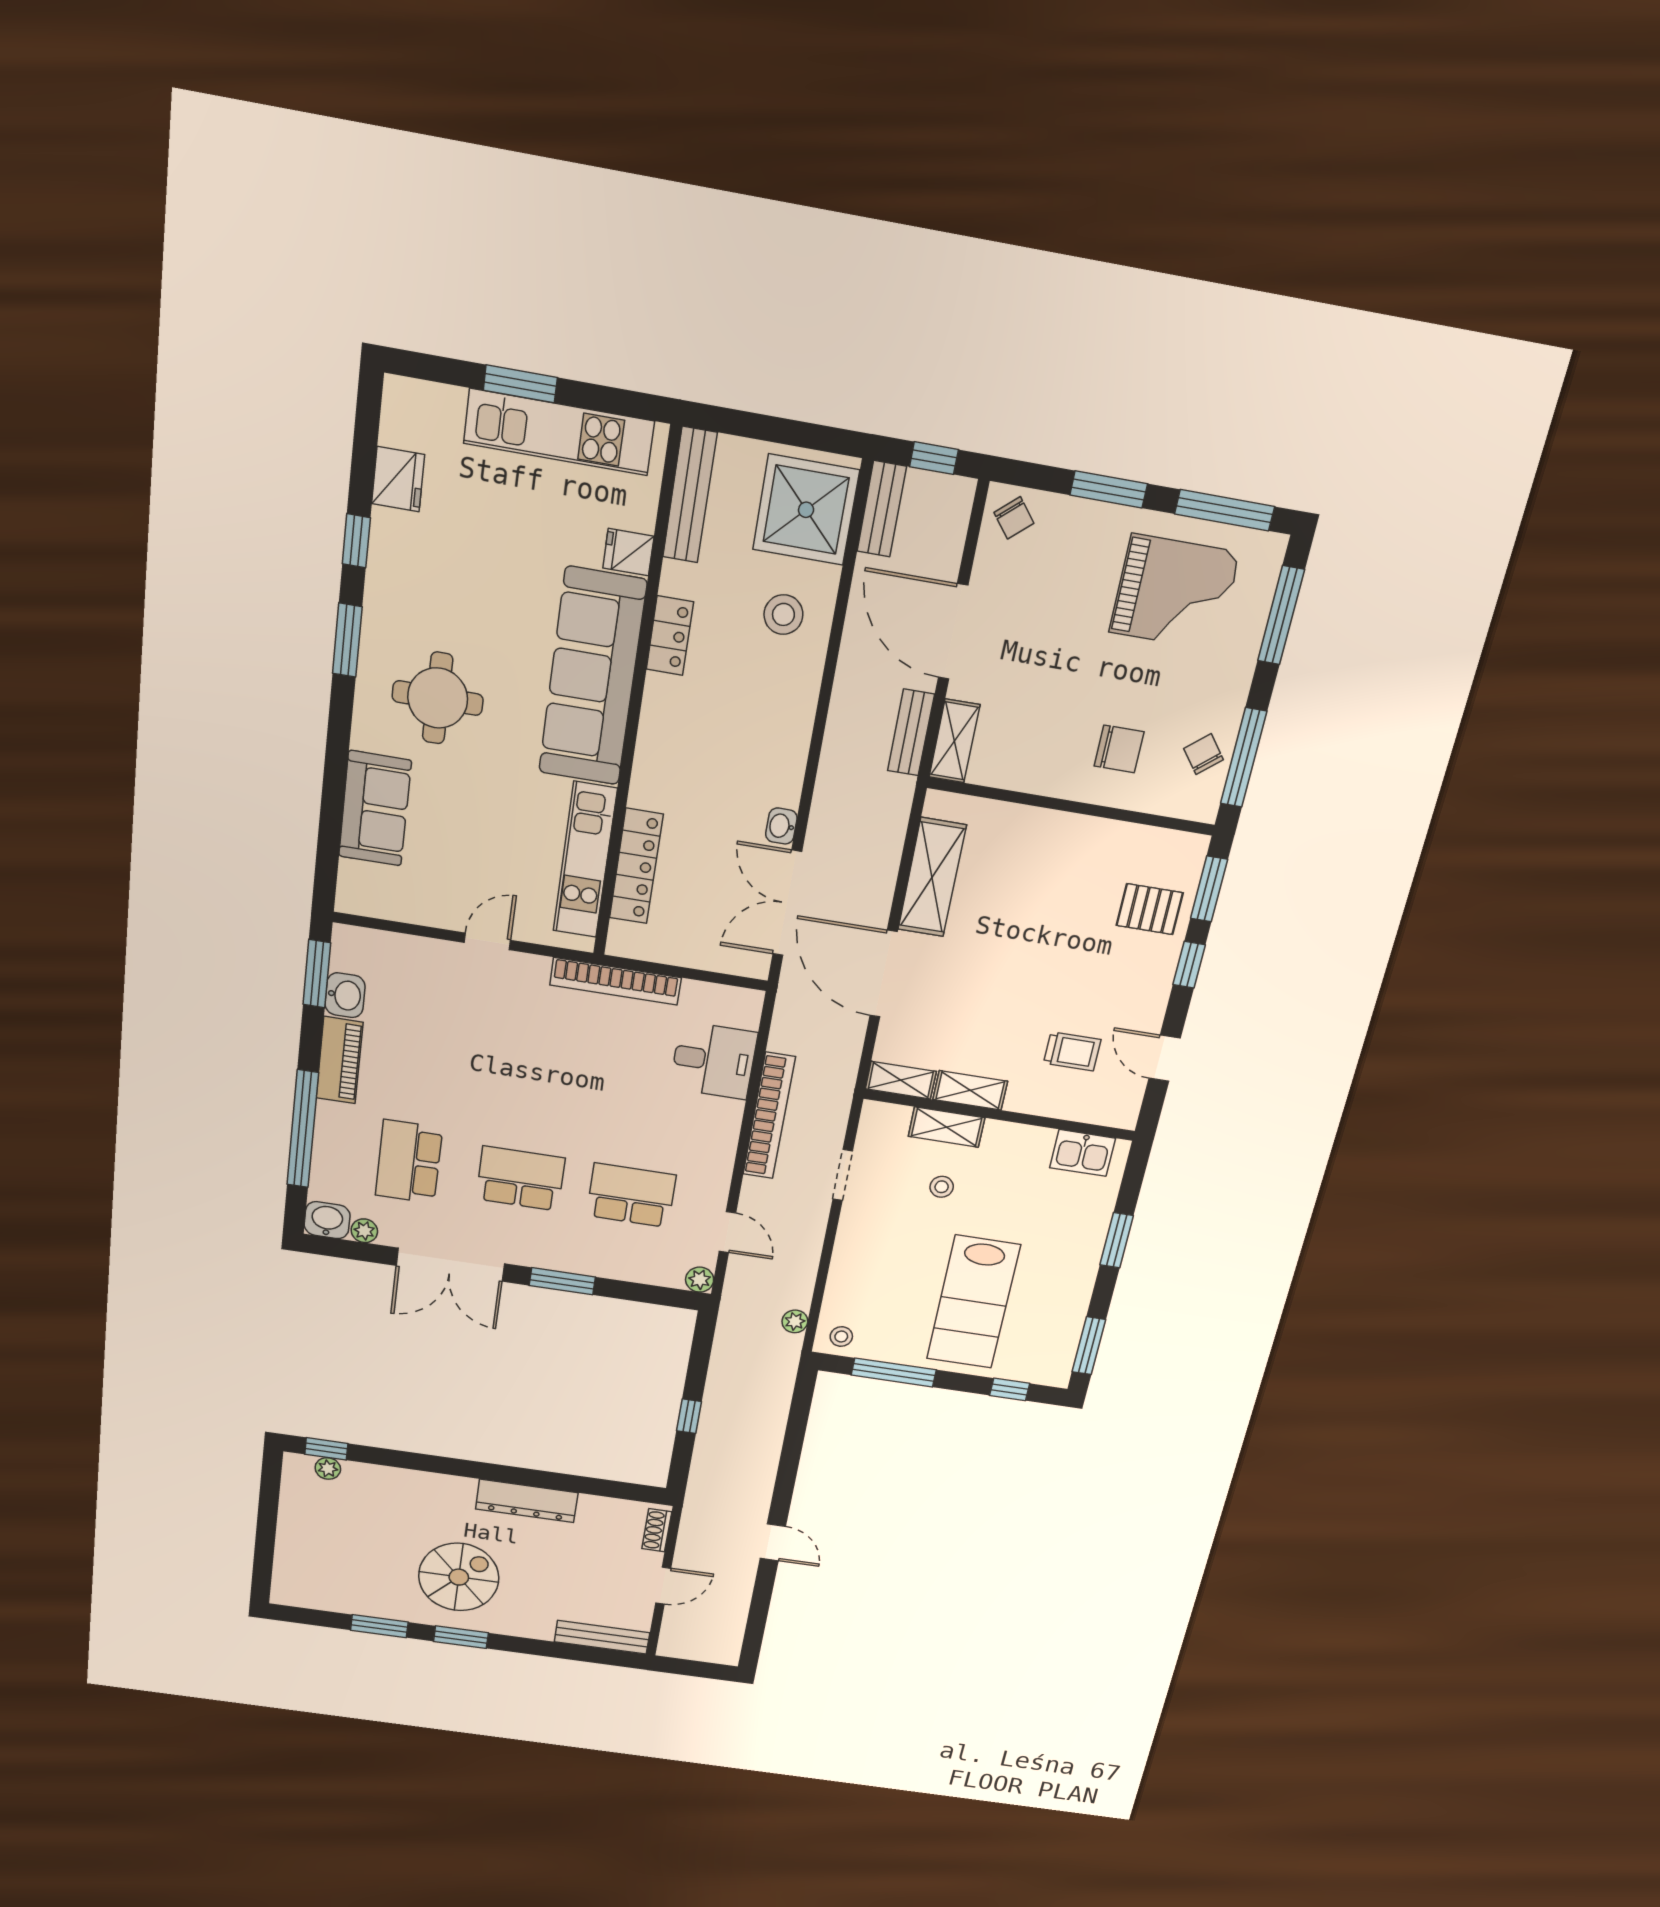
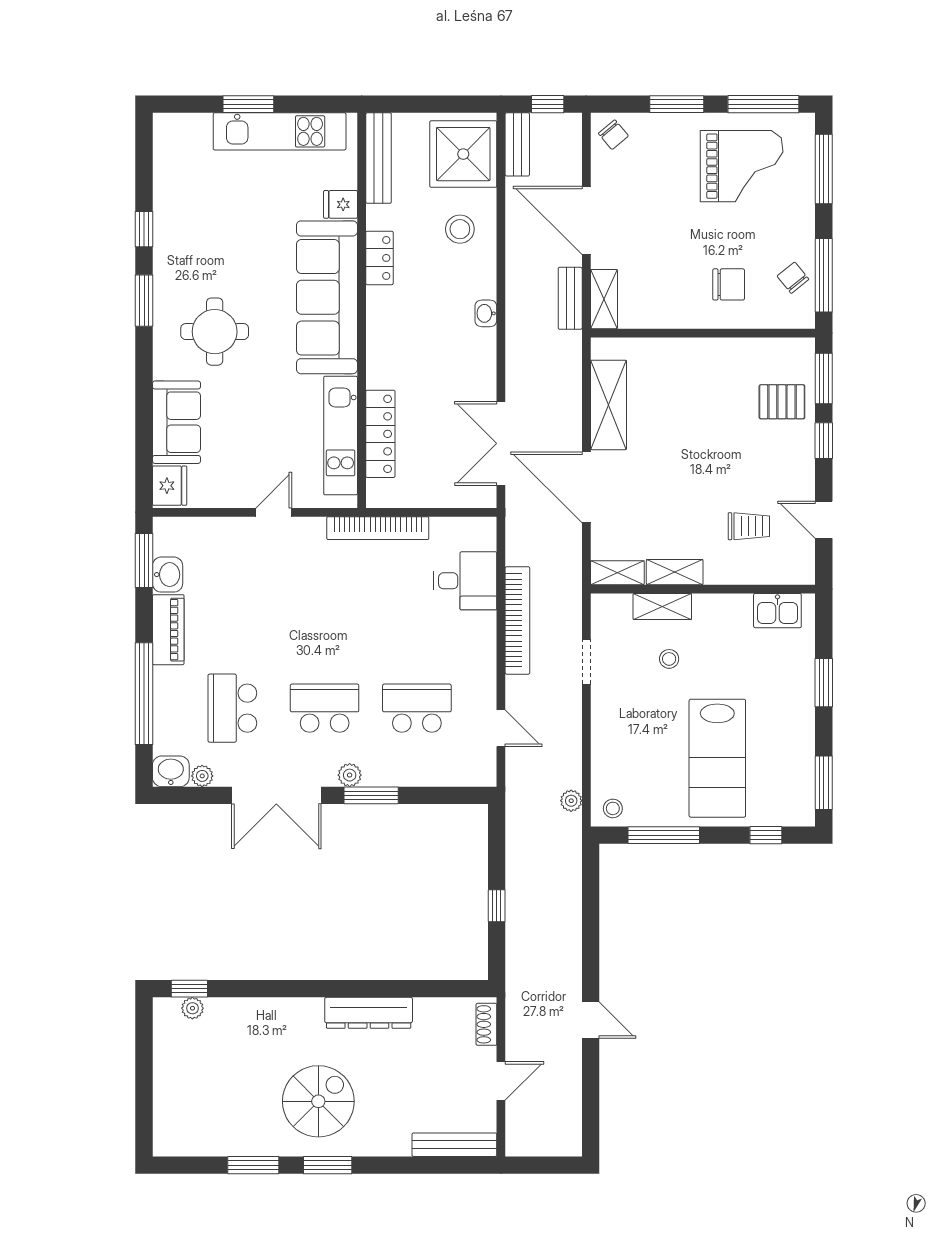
fridge: (398, 479) -> (170, 486), moved
washbasin: (781, 826) -> (486, 313), moved
plant: (700, 1280) -> (350, 775), moved

